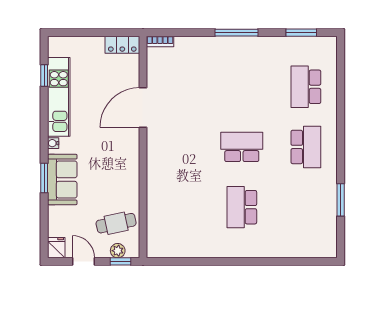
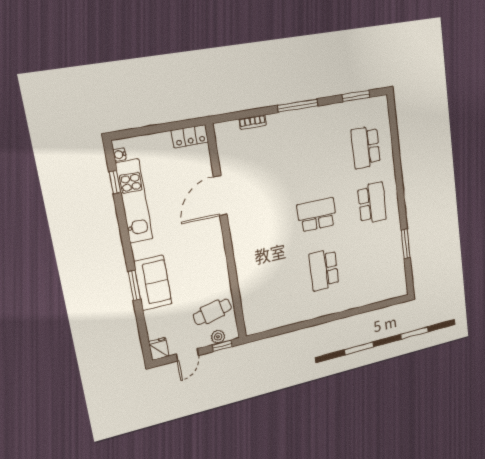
bookcase: (160, 41) -> (253, 122), moved
water cooler: (53, 143) -> (120, 154), moved
door: (84, 261) -> (187, 355), swing flipped

